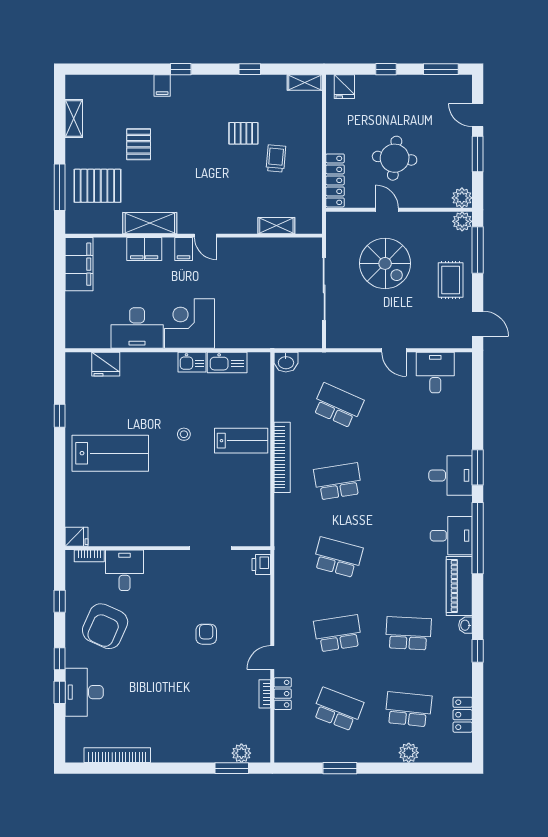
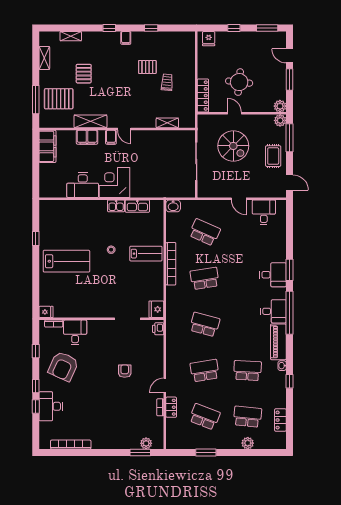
shelving: (305, 83) -> (71, 36), moved
filing cabinet: (162, 86) -> (126, 38), moved
fridge: (106, 364) -> (156, 309), moved, turned 90

